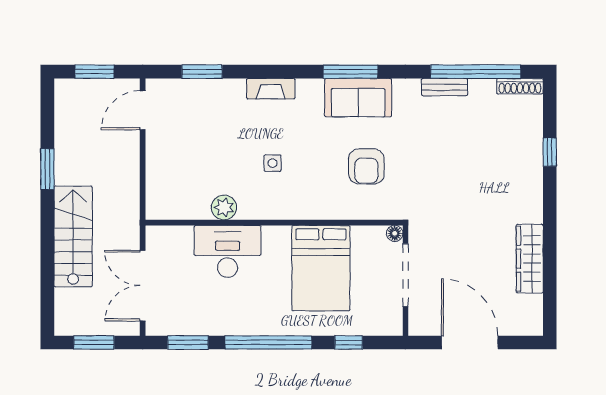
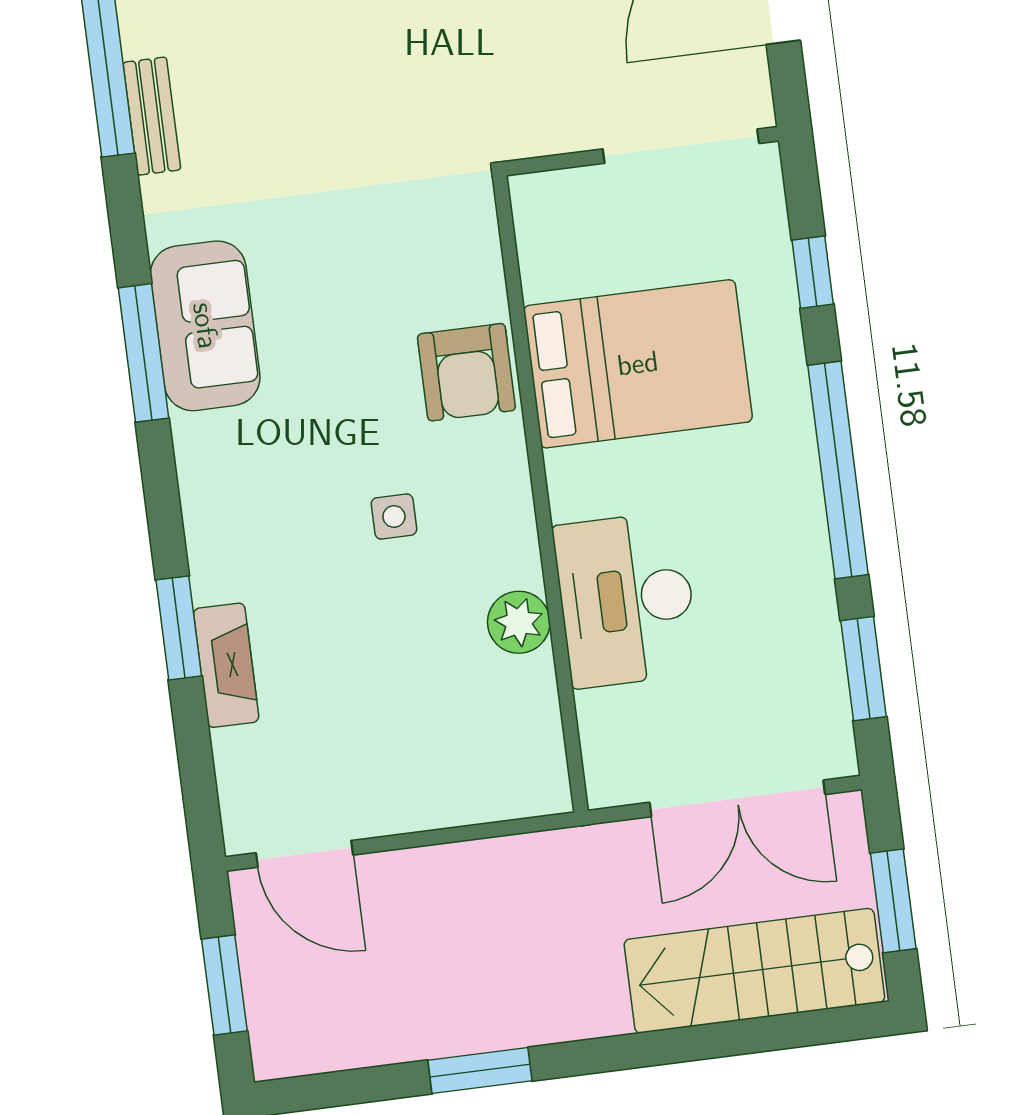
window: (202, 72) -> (179, 628), moved
fireplace: (271, 89) -> (226, 665), moved
armchair: (366, 166) -> (466, 372), moved, turned 90
floor lamp: (395, 233) -> (529, 193), removed
stairs: (73, 236) -> (754, 971), moved
doorway: (405, 275) -> (681, 146), moved

